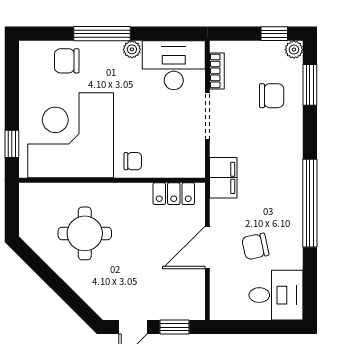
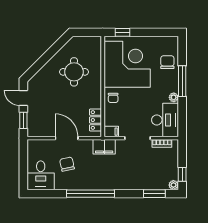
chair: (272, 96) -> (149, 173), removed
filing cabinet: (195, 165) -> (111, 132), added

